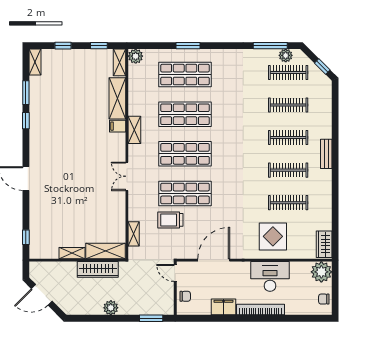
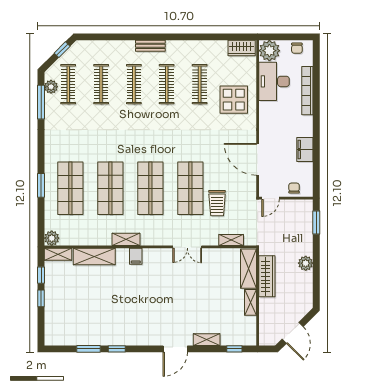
window: (63, 46) -> (41, 298), moved
shelving: (35, 62) -> (207, 340), moved
filing cabinet: (118, 126) -> (136, 256), moved
double door: (127, 176) -> (187, 247), moved
desk: (270, 276) -> (274, 81), moved
bookcase: (261, 310) -> (307, 91), moved

